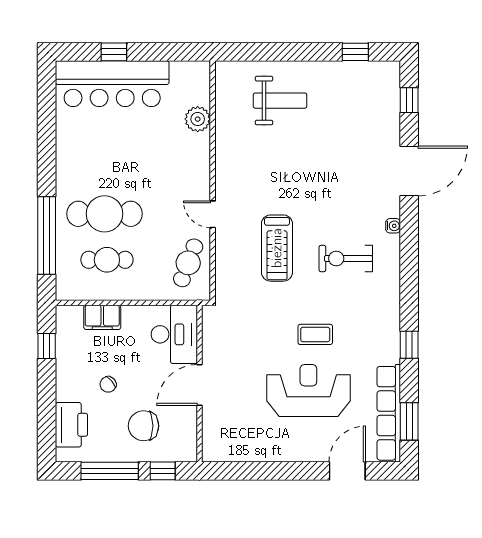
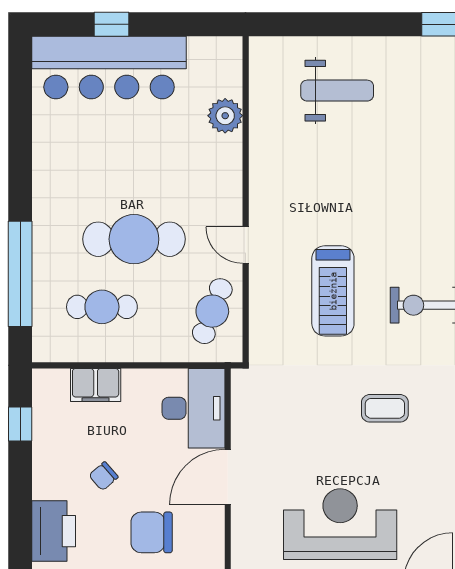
cafe table: (104, 214) -> (134, 239), moved
reception desk: (308, 390) -> (340, 524), moved

